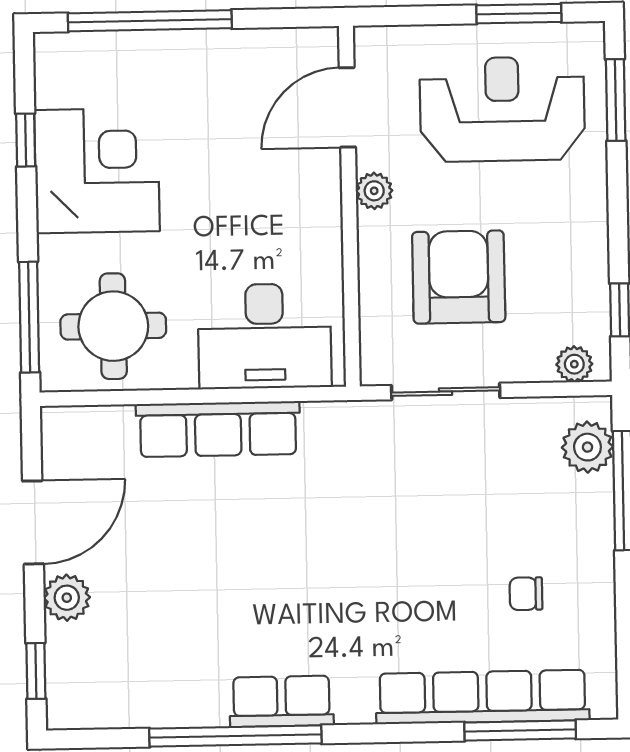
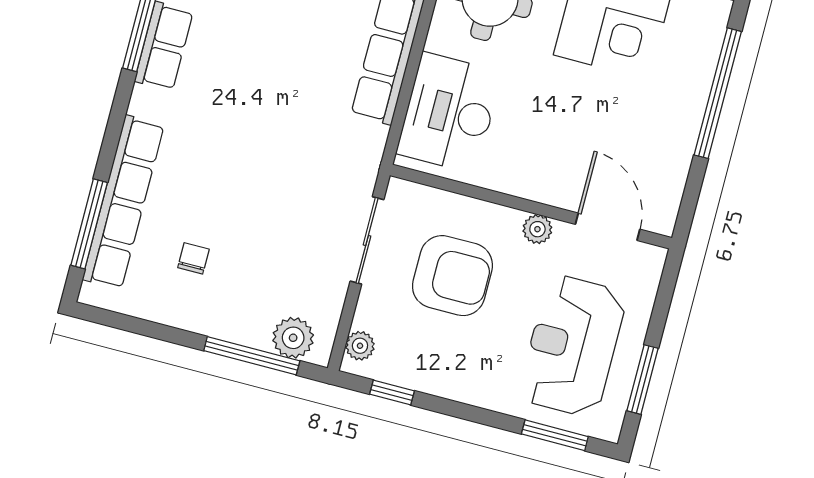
reception desk: (502, 109) -> (573, 346), turned 180

